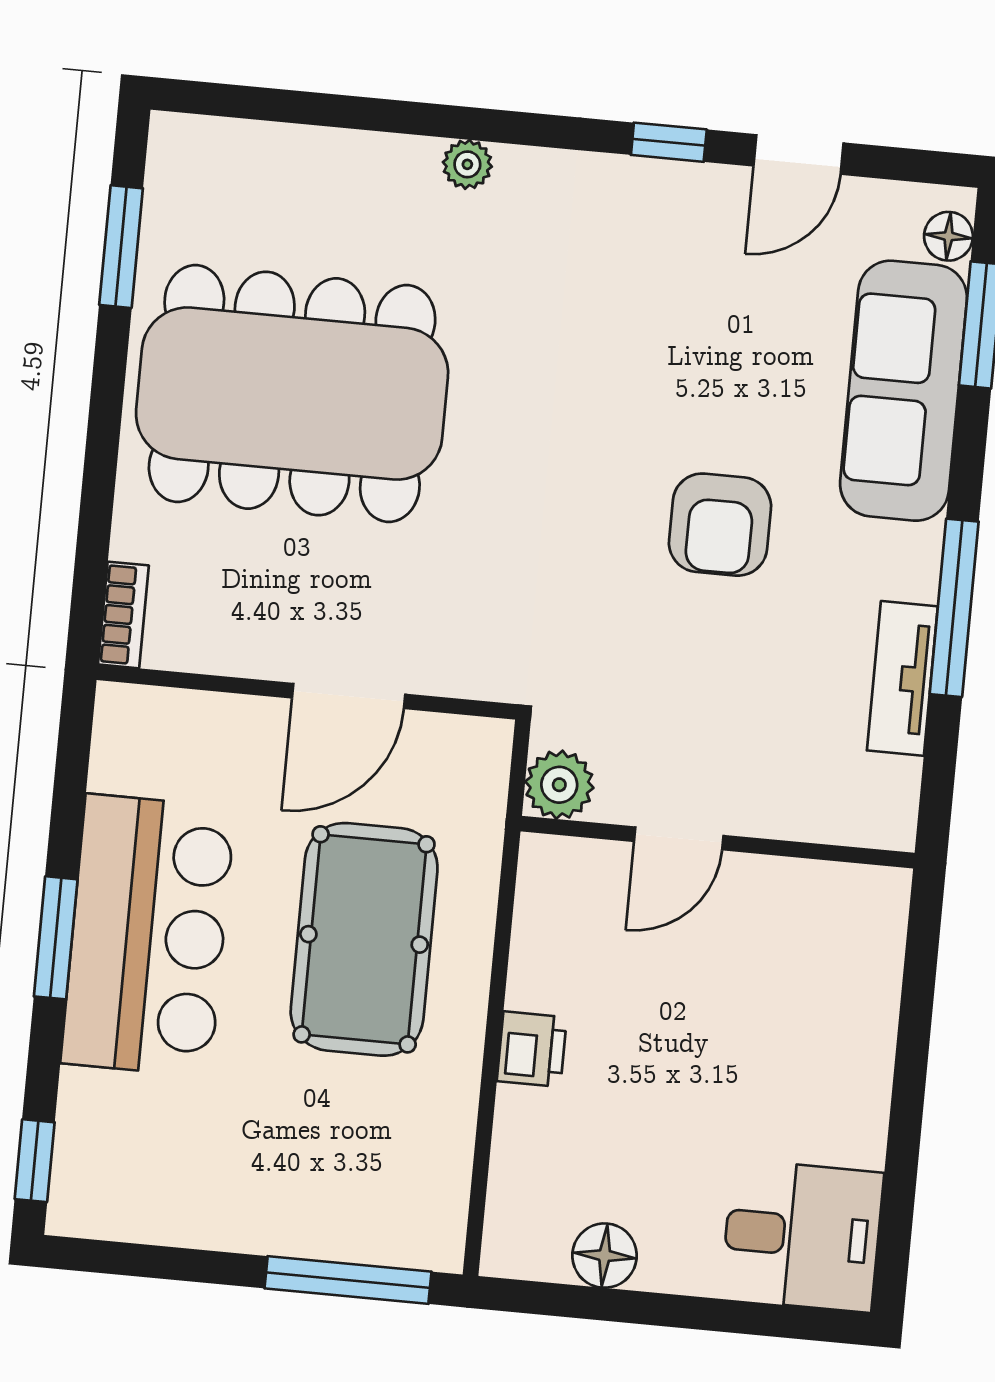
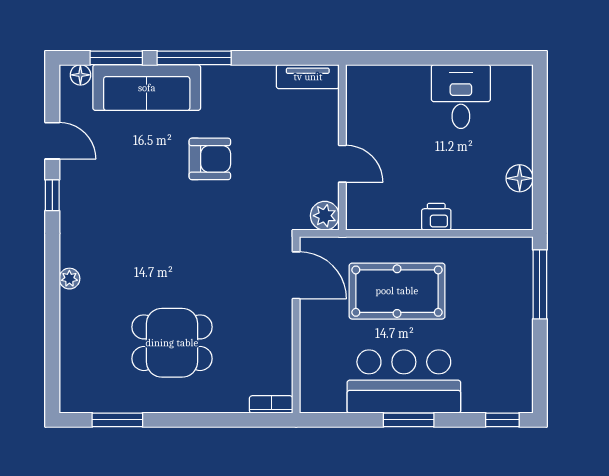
dining table: (292, 394) -> (172, 343), width x0.53, depth x0.80
window: (954, 608) -> (194, 58), moved
tv unit: (902, 678) -> (308, 77), moved
door: (349, 696) -> (296, 275), moved
desk: (802, 1236) -> (461, 97), moved

